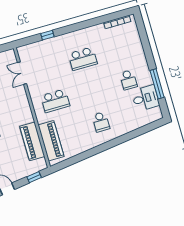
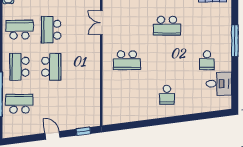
window: (157, 84) -> (235, 41), moved
piano: (32, 141) -> (92, 95), removed
piano: (51, 141) -> (111, 99), removed

